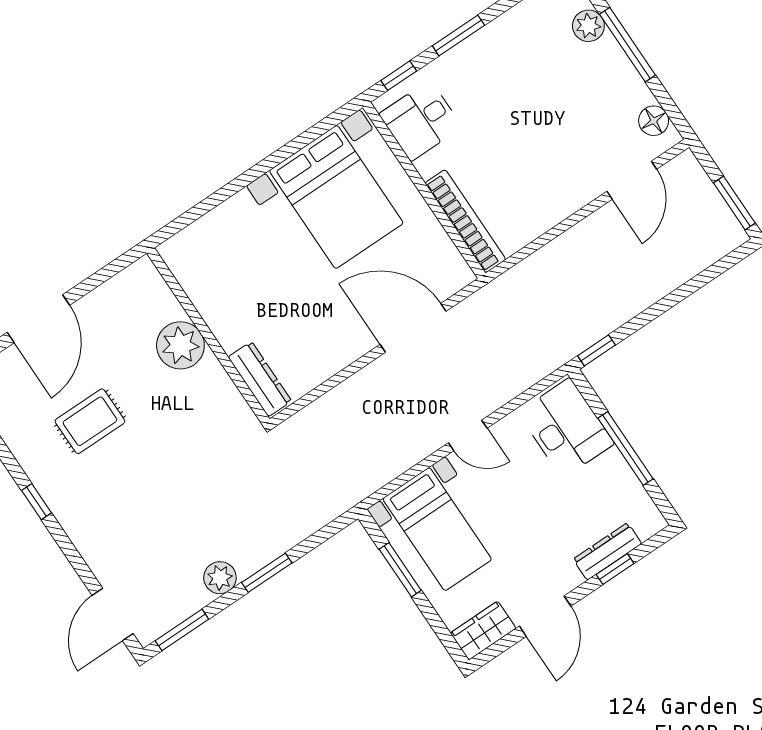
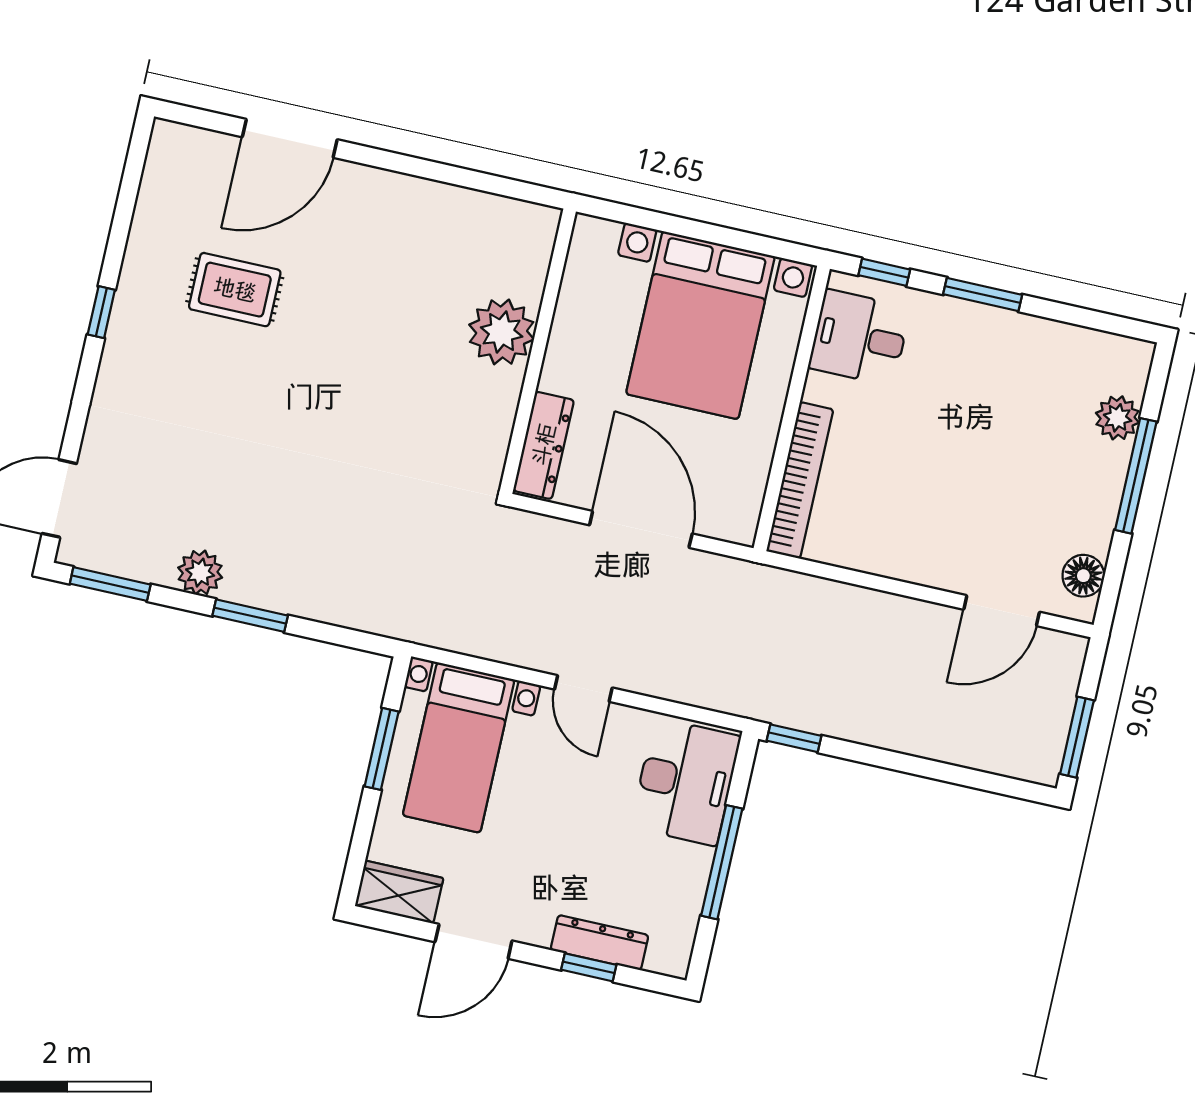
wall: (208, 336) -> (538, 351), moved
plant: (180, 345) -> (502, 332), moved
dresser: (260, 379) -> (544, 445), moved

